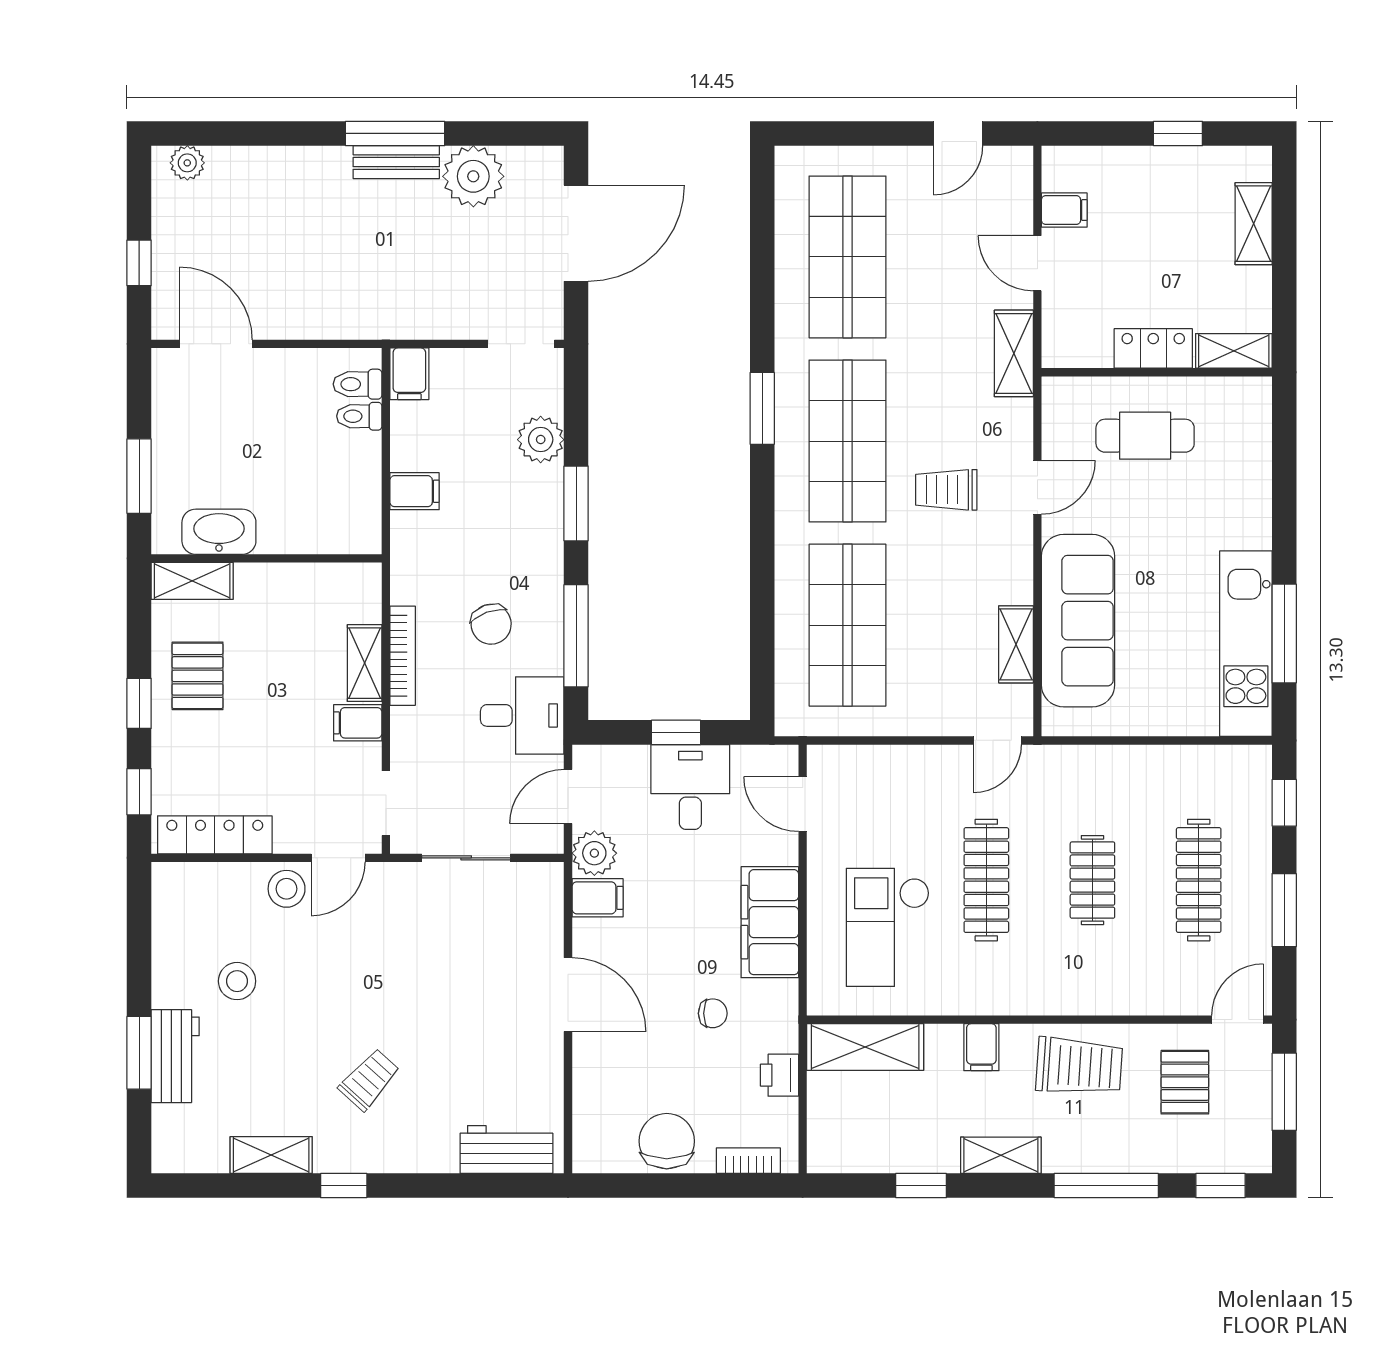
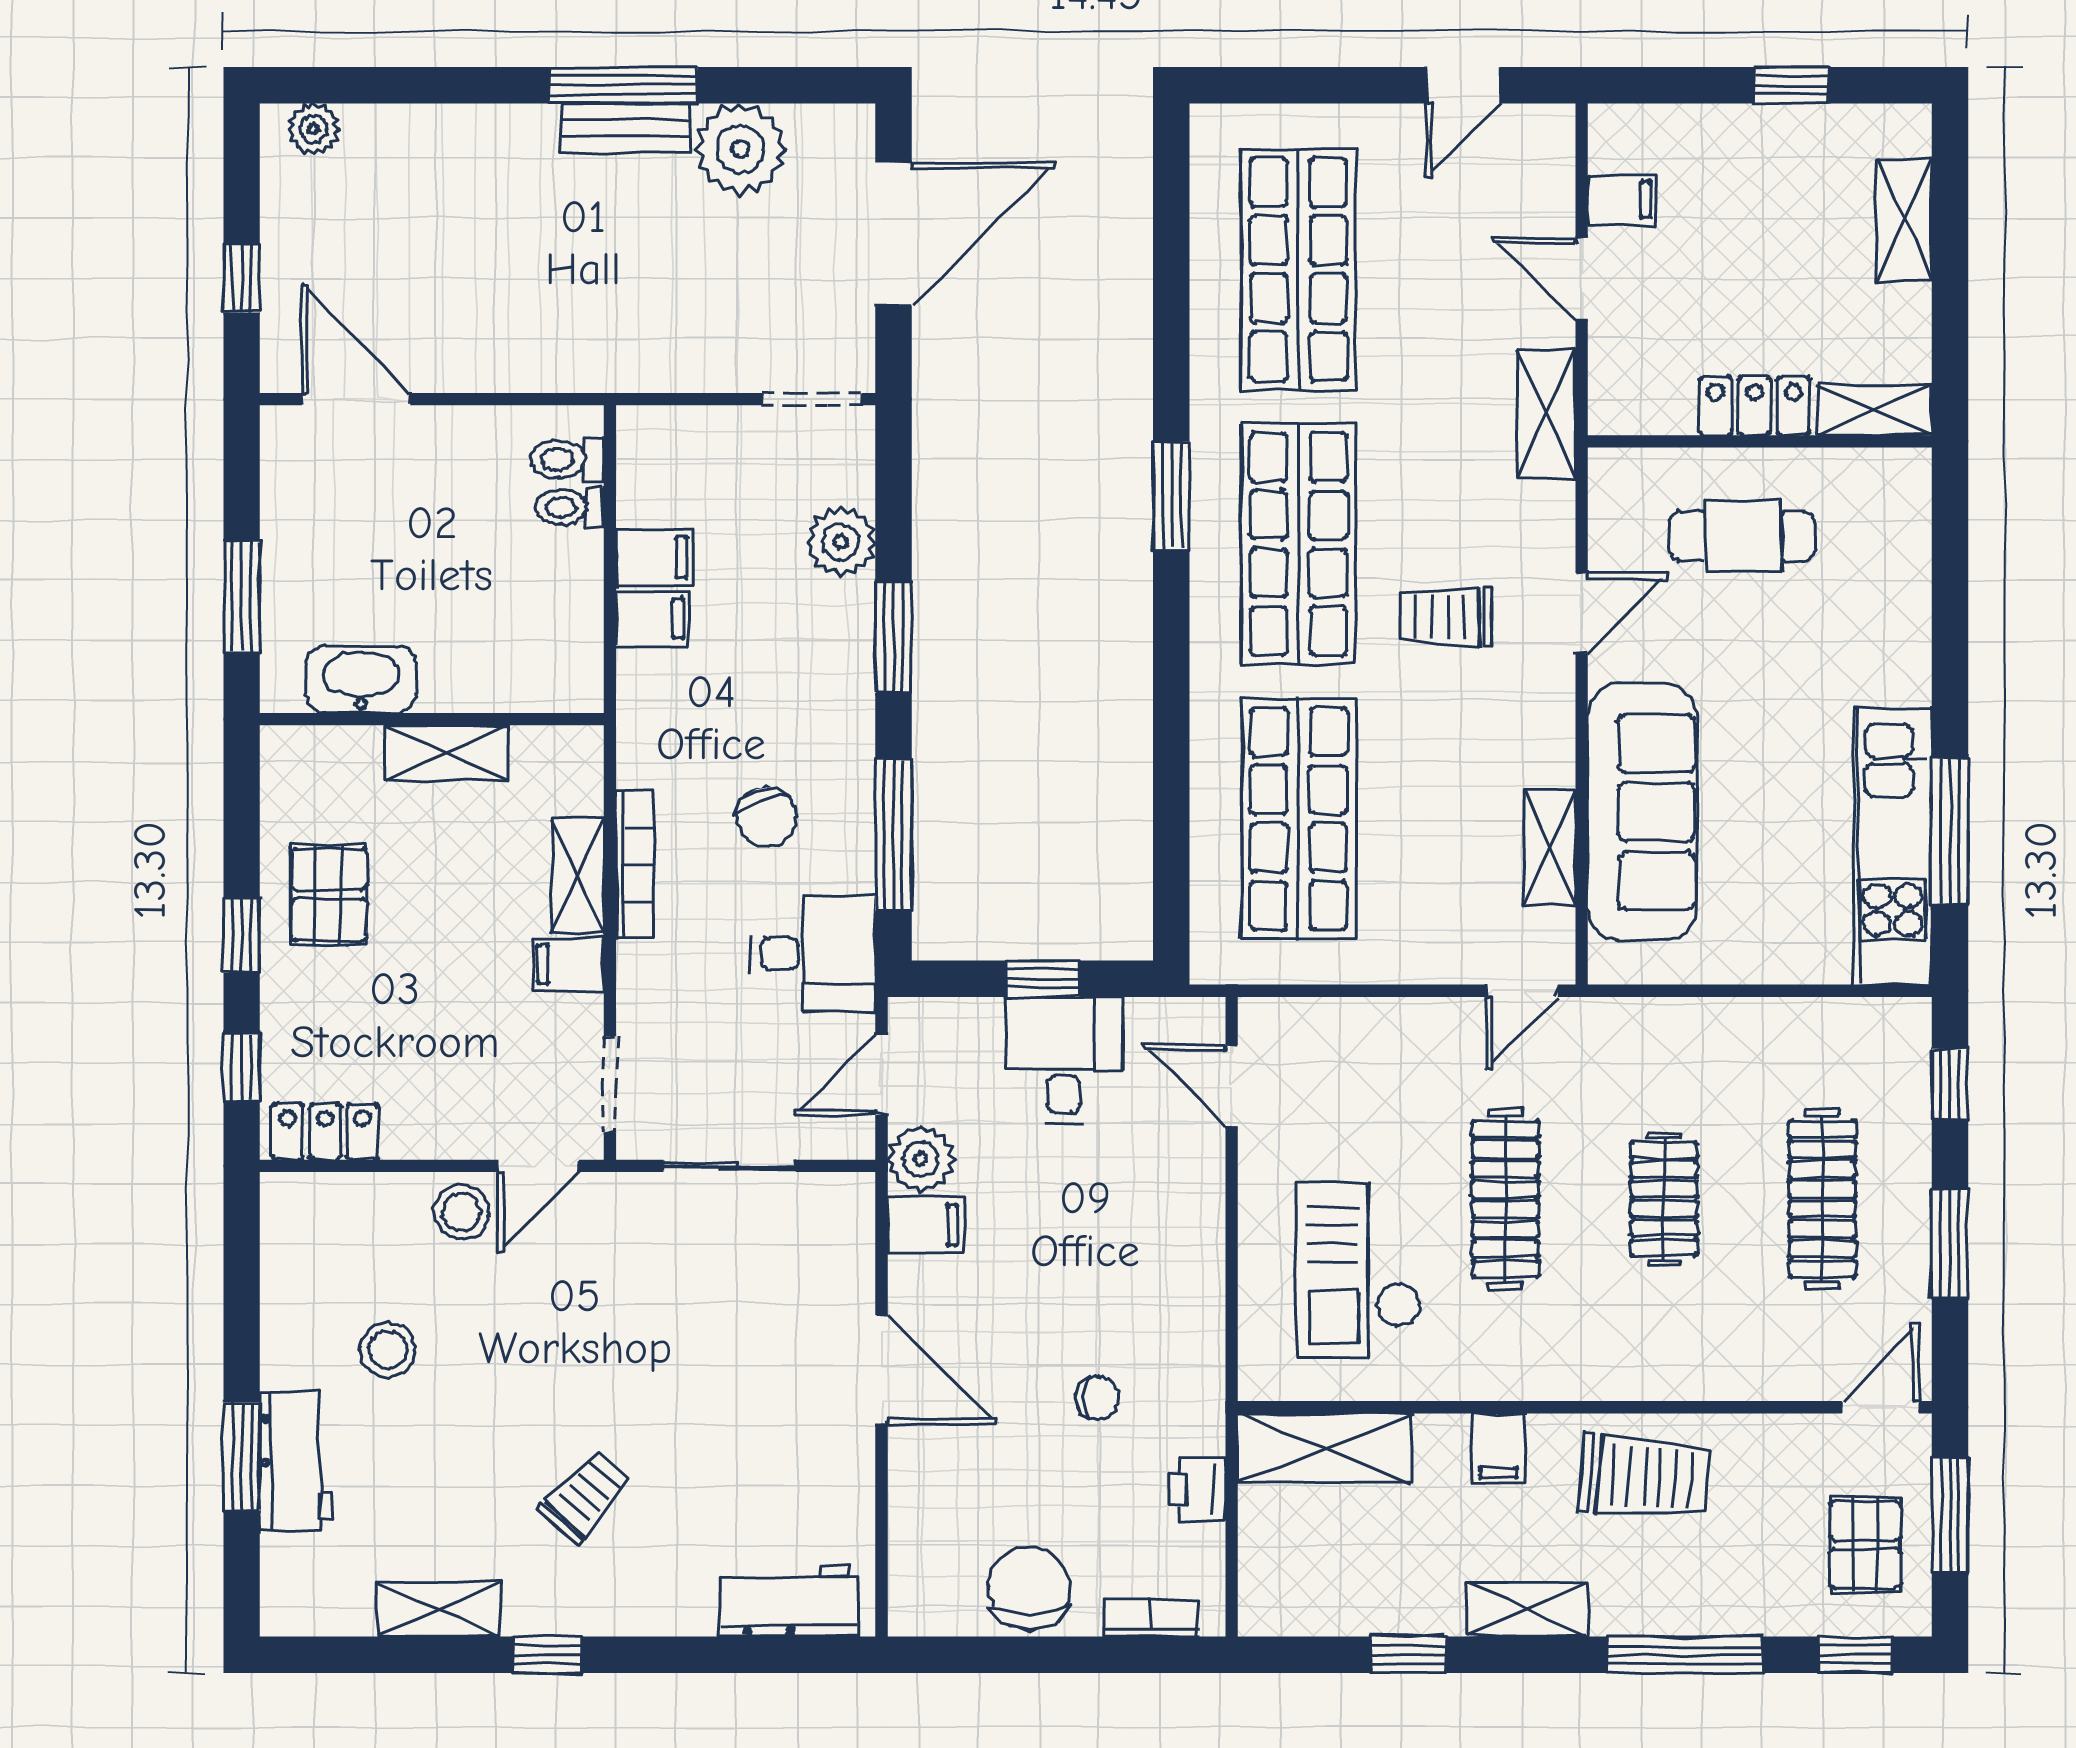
filing cabinet: (409, 374) -> (654, 558), moved, turned -90
shelving: (192, 581) -> (446, 753), moved
locker: (215, 835) -> (325, 1131), width x0.66
filing cabinet: (770, 922) -> (1183, 1262), removed
pallet: (1185, 1082) -> (1865, 1545), moved

